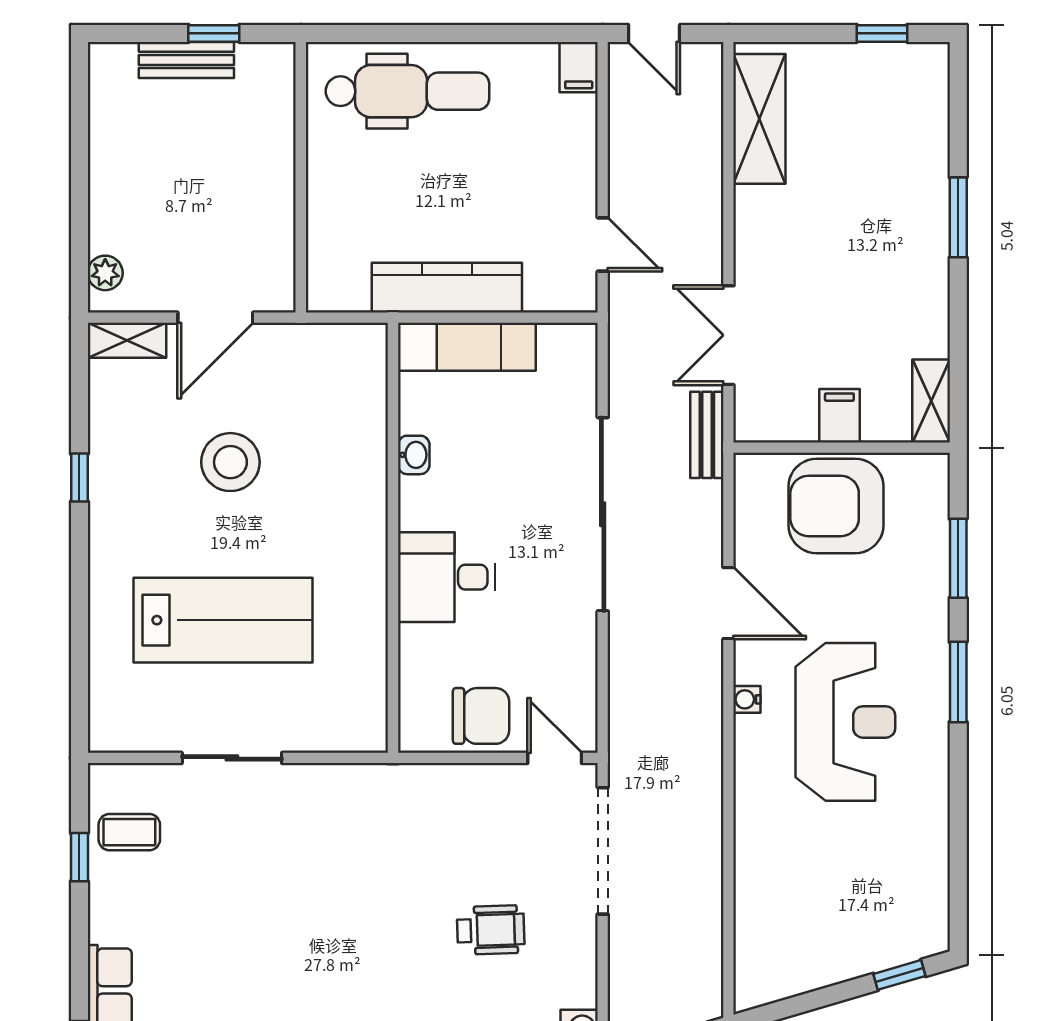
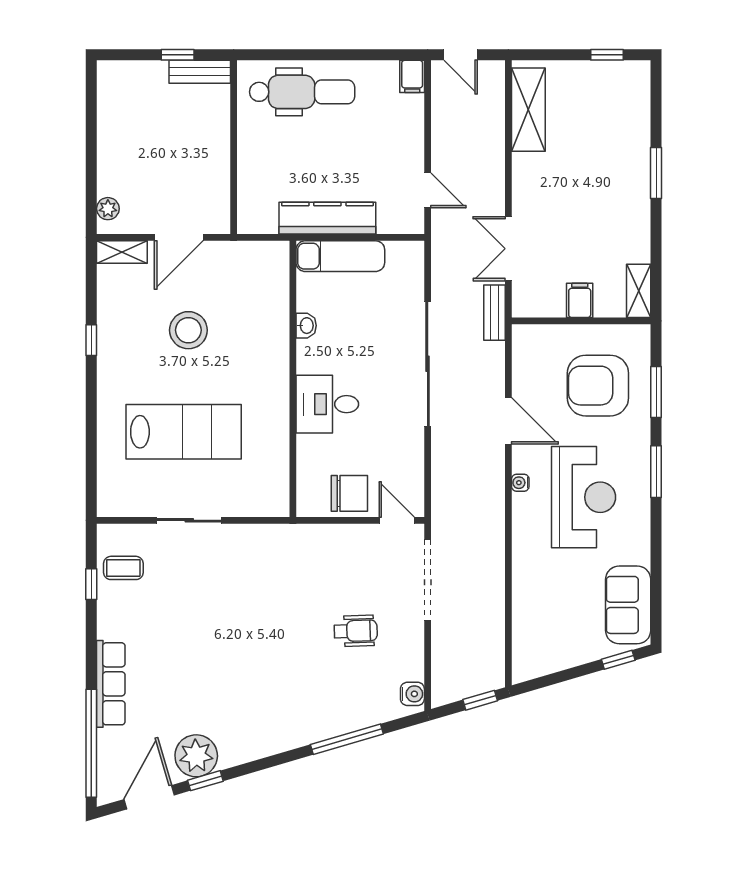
bench: (186, 60) -> (200, 72), moved
armchair: (836, 506) -> (598, 386), moved
sofa: (915, 890) -> (628, 605), added

